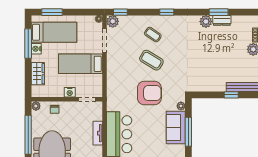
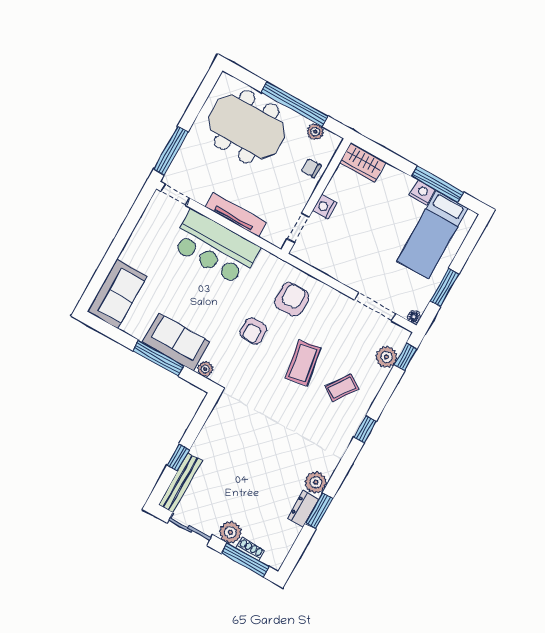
window: (52, 12) -> (445, 287), moved
plant: (113, 21) -> (386, 357), moved
coffee table: (151, 60) -> (303, 363), turned -41
bed: (80, 64) -> (360, 249), removed
wardrobe: (38, 74) -> (363, 162), moved
armchair: (124, 83) -> (292, 299), added
armchair: (149, 93) -> (253, 331), width x0.53, depth x0.53
plant: (36, 106) -> (315, 132), moved
tv unit: (98, 133) -> (236, 215), width x1.41

